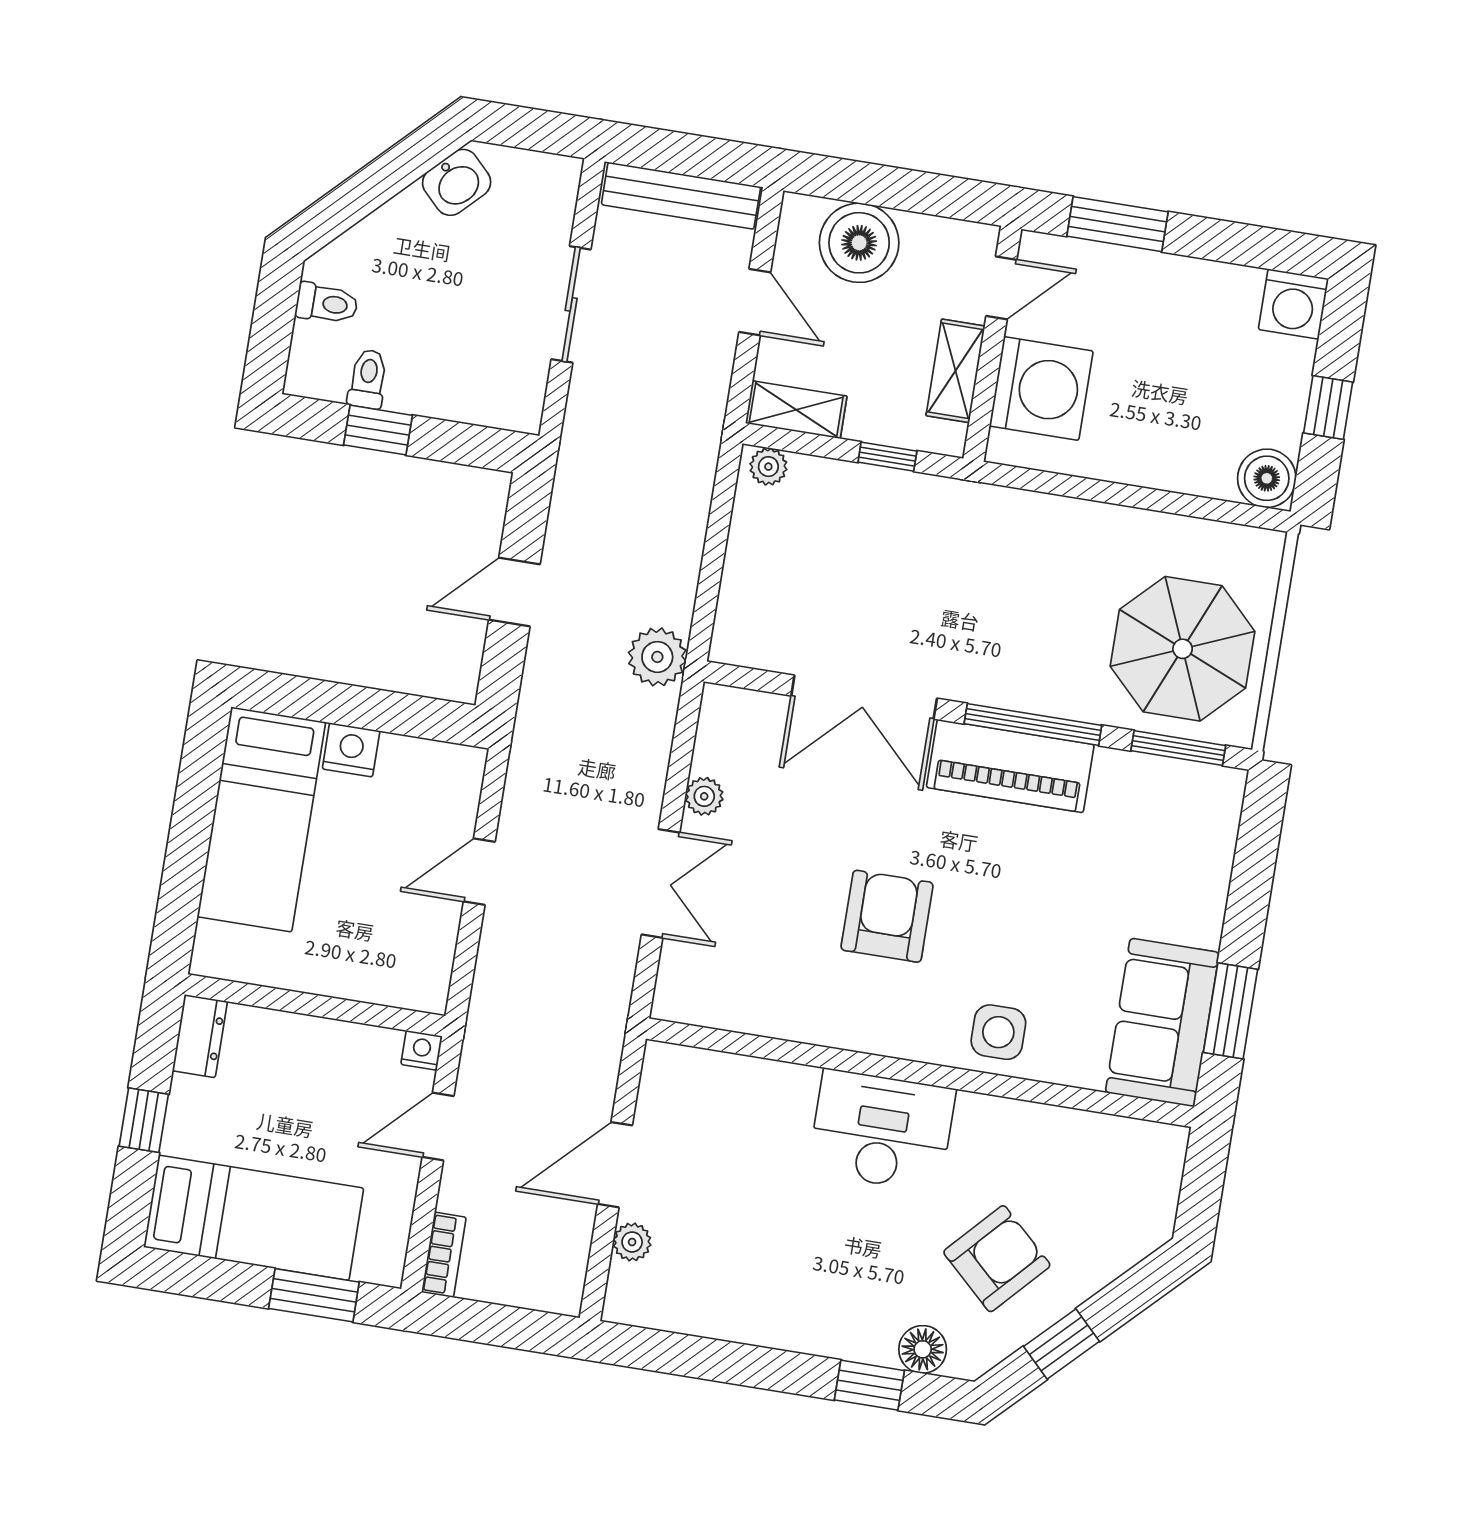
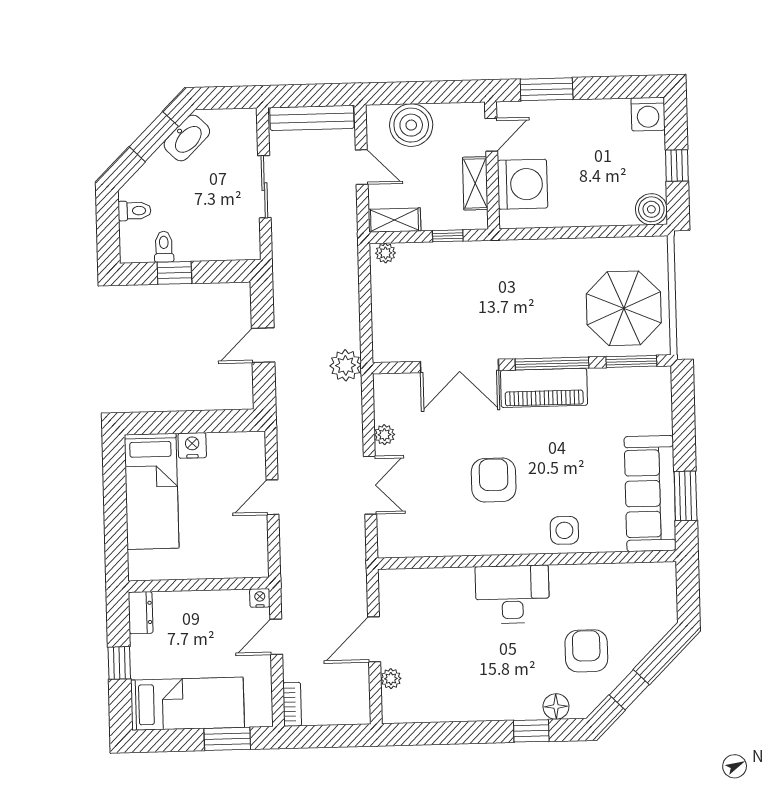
window: (387, 175) -> (154, 137), added
washbasin: (457, 182) -> (187, 138), width x1.38
sofa: (1162, 1022) -> (650, 494), width x1.36
armchair: (997, 1259) -> (586, 651), turned -43

